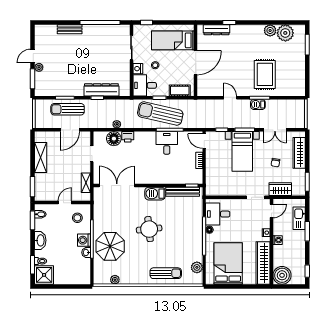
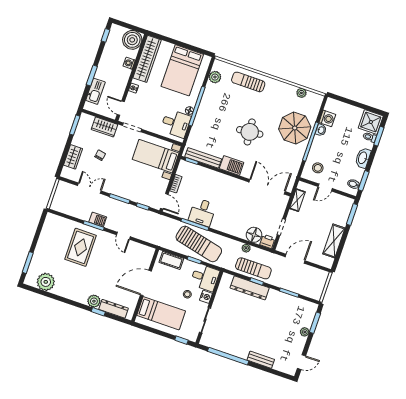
plant: (270, 30) -> (94, 301), moved
door: (33, 56) -> (302, 362), moved
sun lounger: (68, 109) -> (253, 268), moved
printer: (128, 137) -> (267, 241), moved
bed with nightstands: (242, 151) -> (156, 156), moved, turned -90
wardrobe: (299, 153) -> (73, 157), width x0.67
double door: (117, 185) -> (267, 187), swing flipped
door: (271, 211) -> (121, 108), hinge flipped
washing machine: (84, 240) -> (327, 118), moved
washing machine: (278, 240) -> (129, 63), moved

